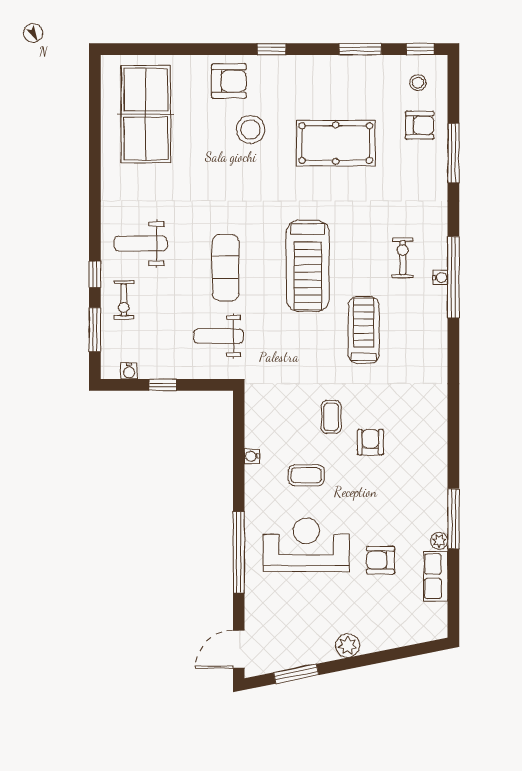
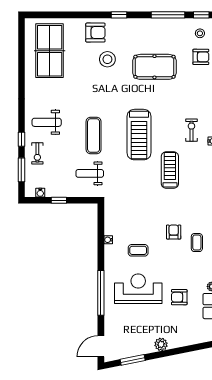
window: (360, 49) -> (168, 15), width x1.44
coffee table: (331, 417) -> (197, 243), moved

